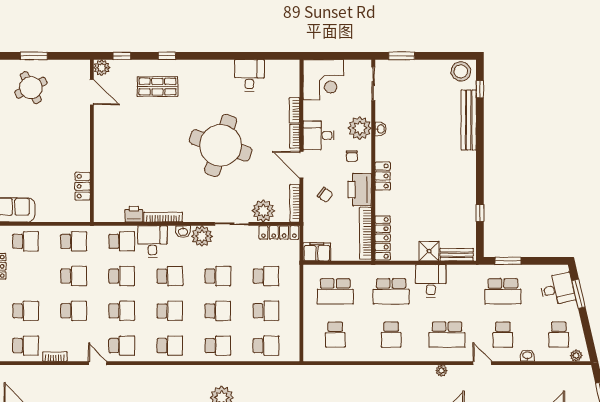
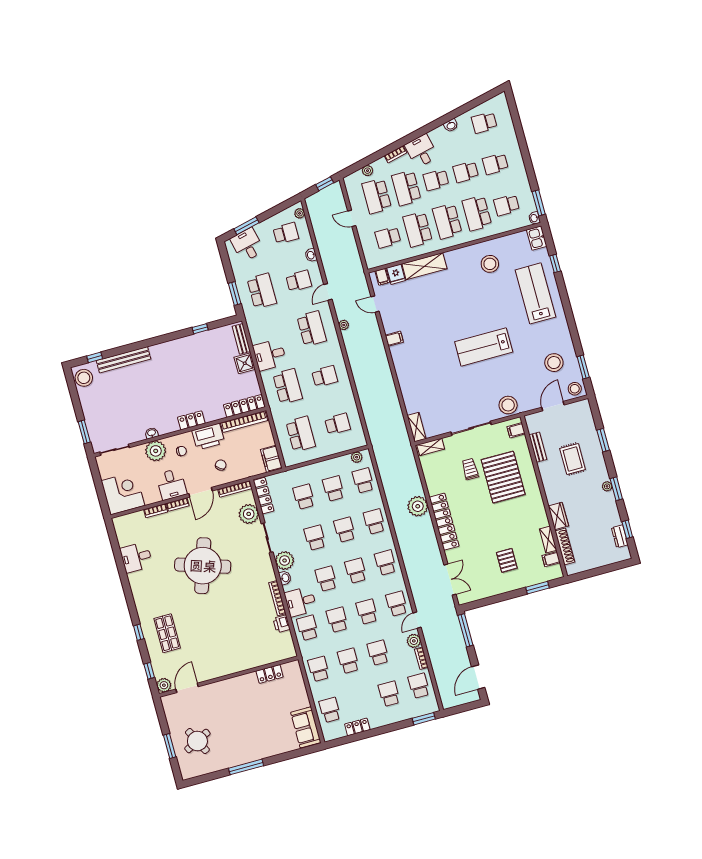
plant: (293, 345) -> (357, 457), added
plant: (76, 353) -> (414, 641), added

